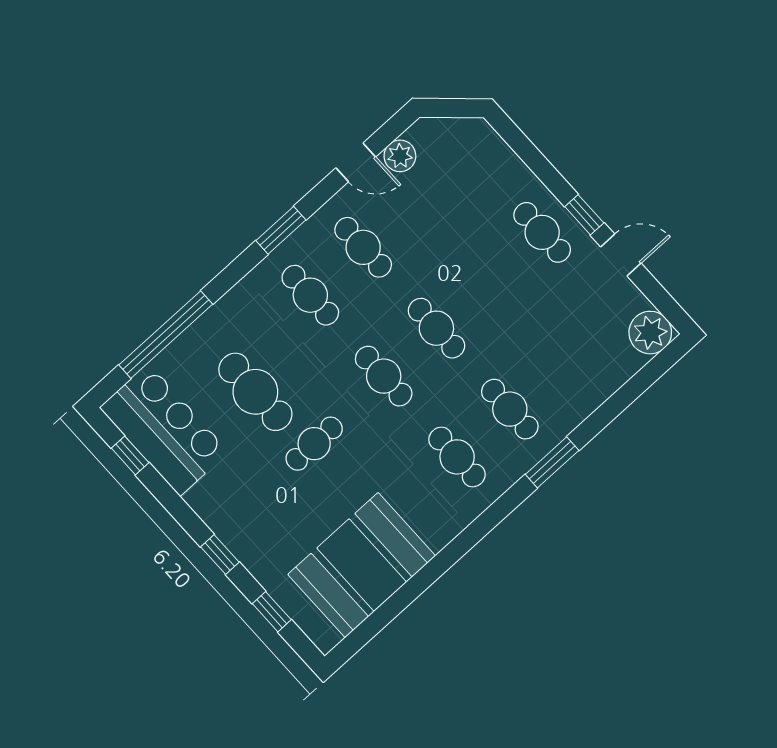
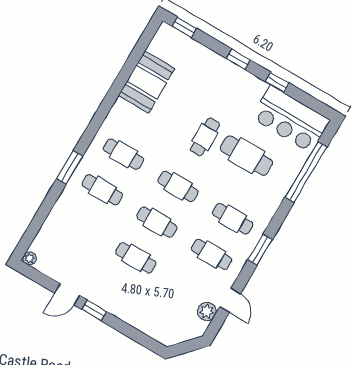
door: (356, 162) -> (230, 300), swing flipped
cafe table: (542, 232) -> (136, 258), moved
plant: (650, 333) -> (30, 258), width x0.53, depth x0.53
window: (130, 455) -> (277, 82), moved
booth: (362, 565) -> (147, 82), width x0.73, depth x0.70
window: (272, 612) -> (184, 27), moved

